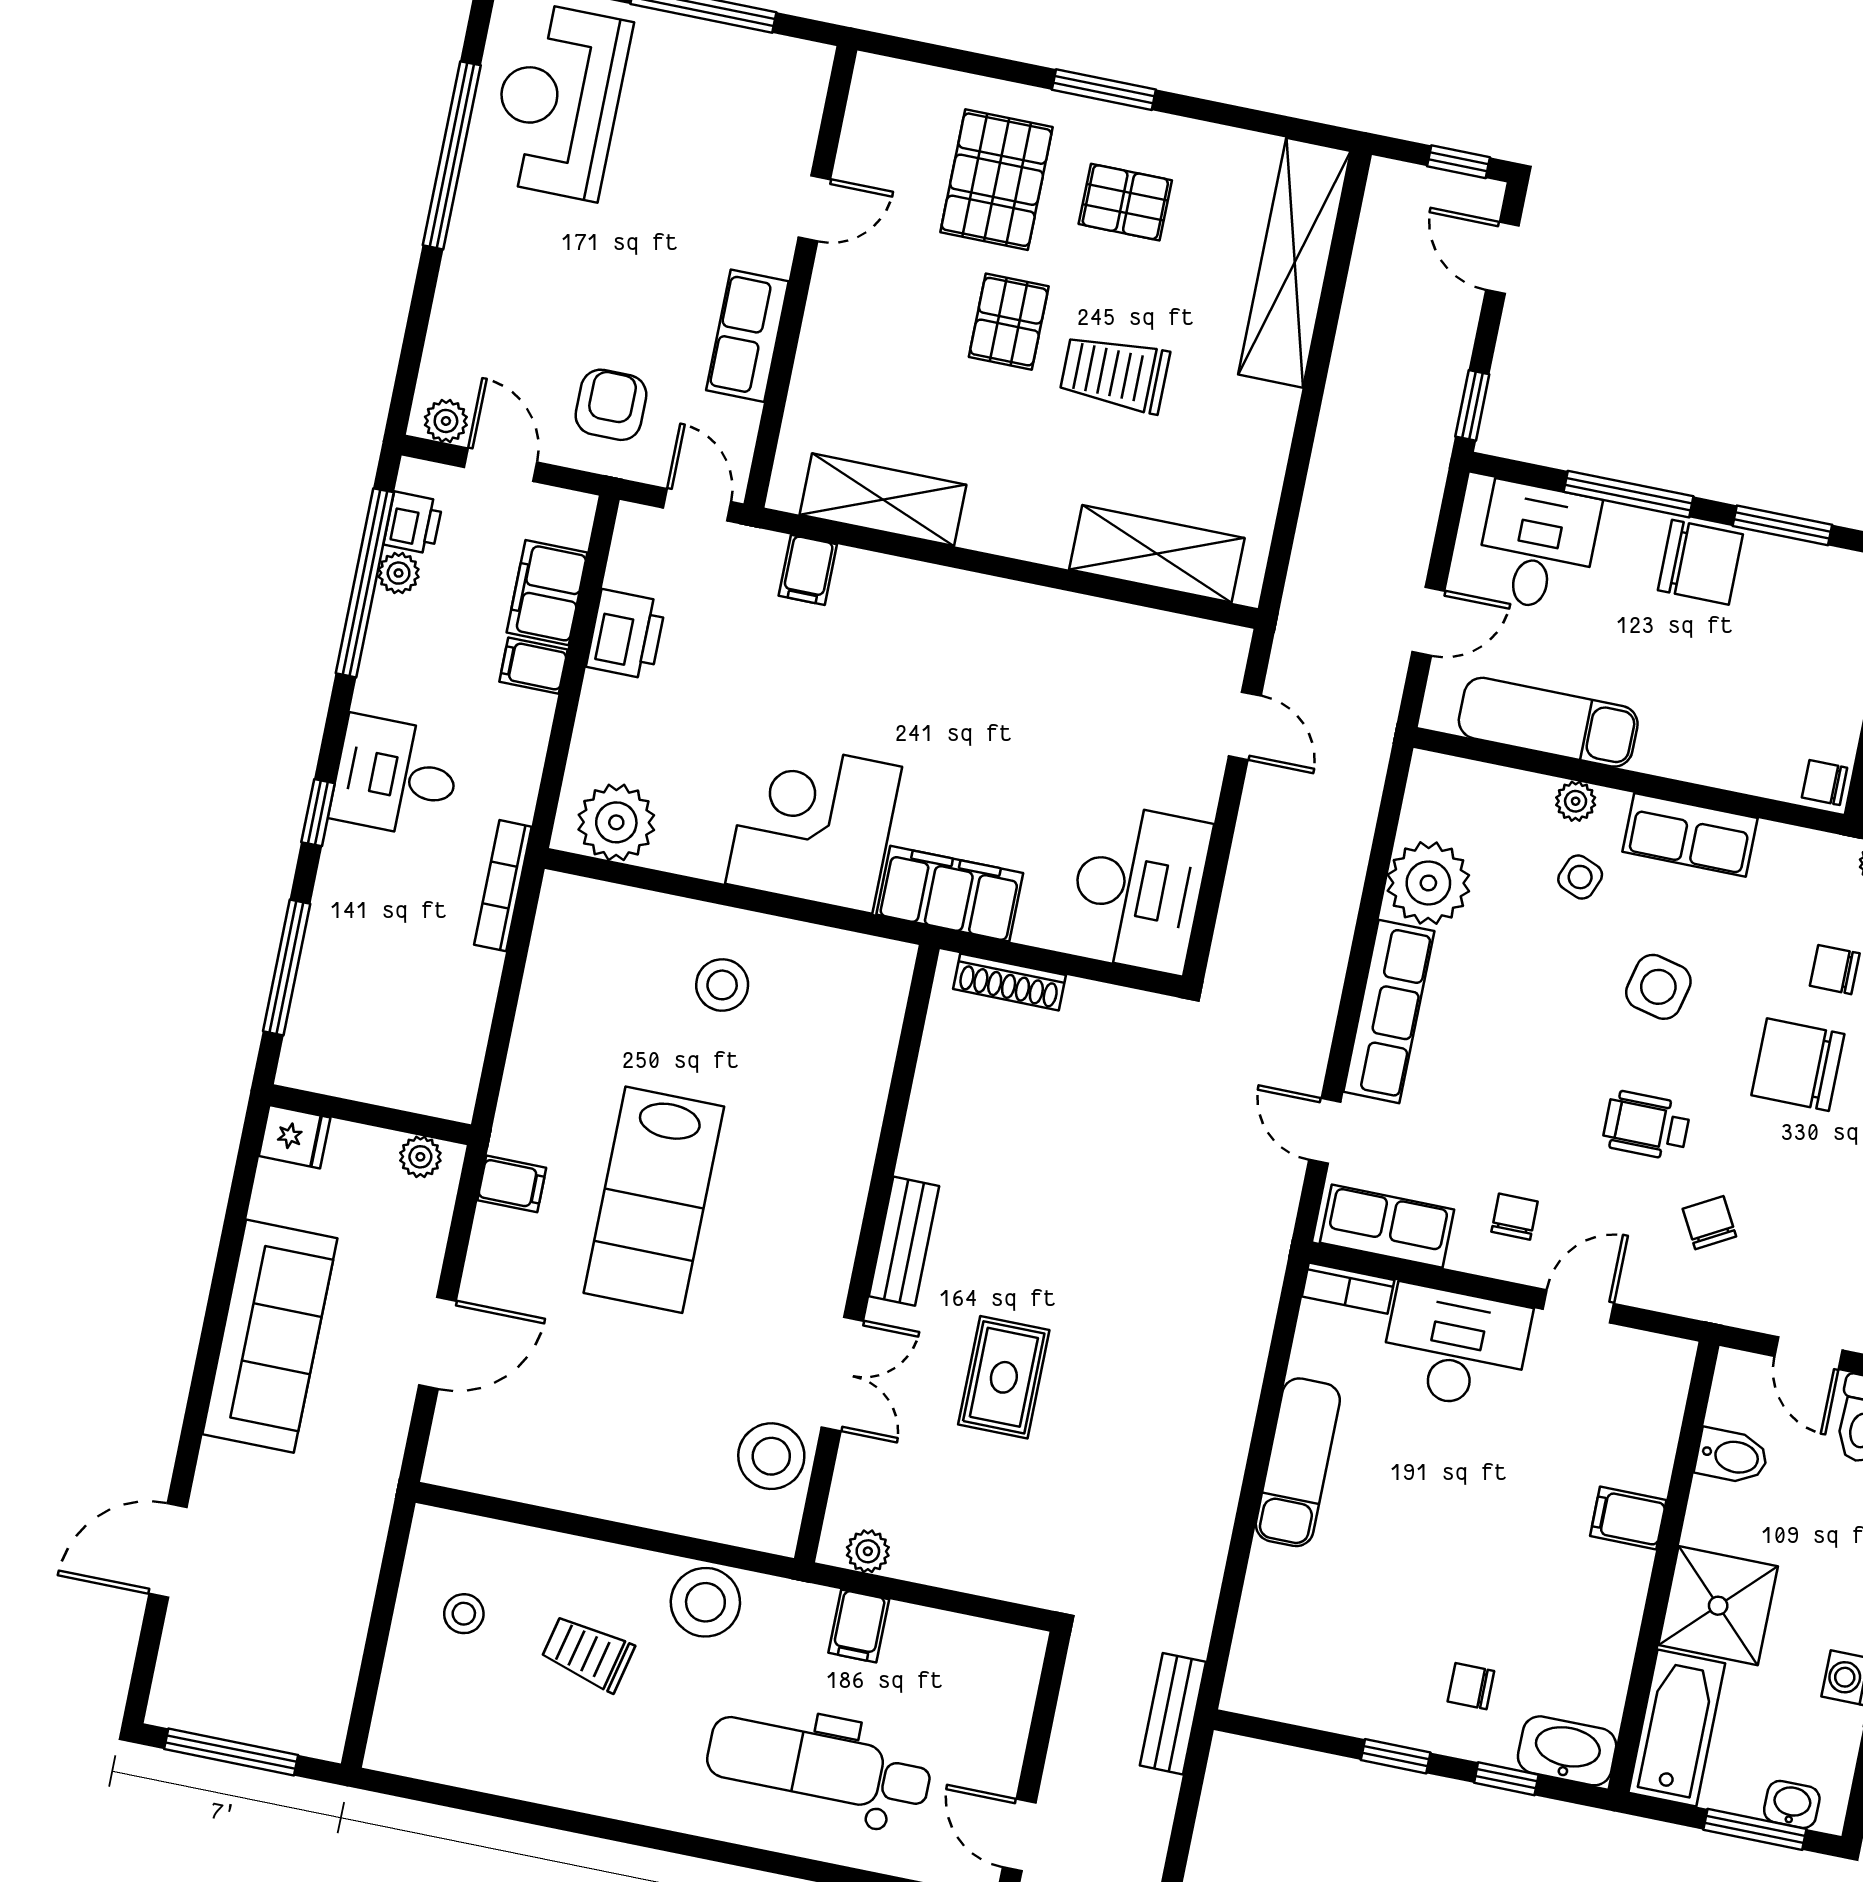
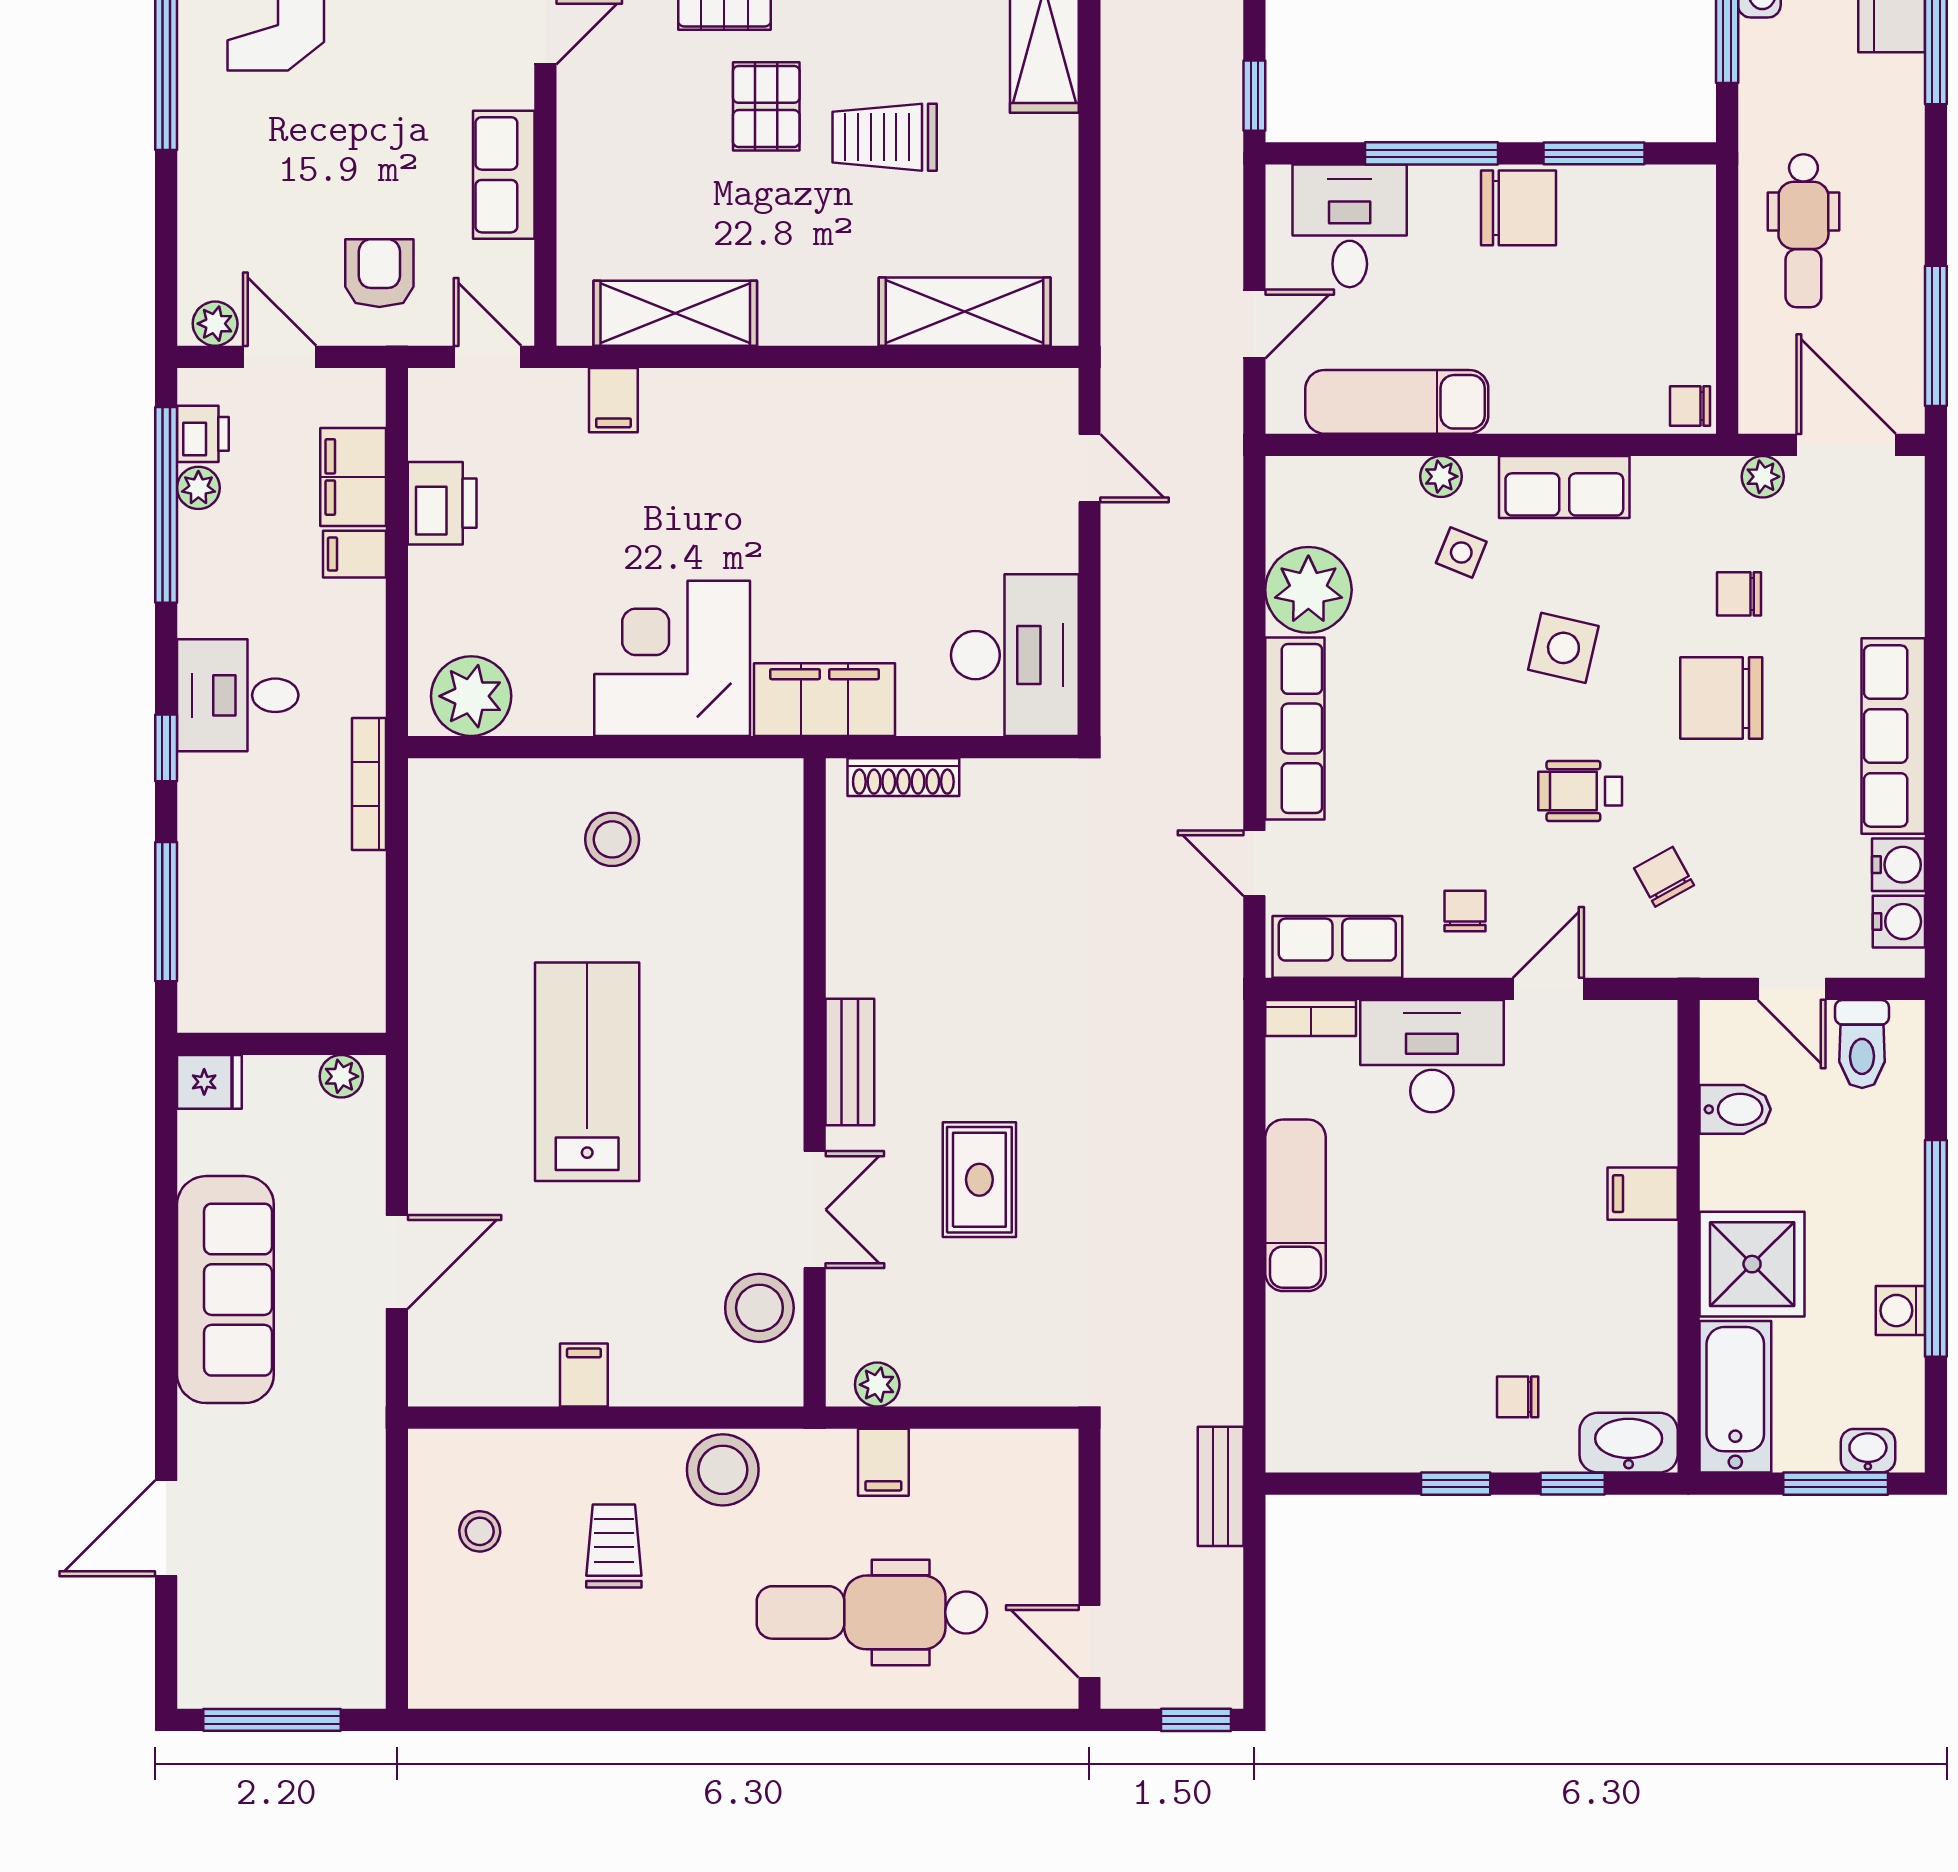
filing cabinet: (512, 1184) -> (584, 1375), moved, turned -90
lab bench: (654, 1200) -> (587, 1072), turned 180
trolley: (588, 1653) -> (614, 1546), turned 77

